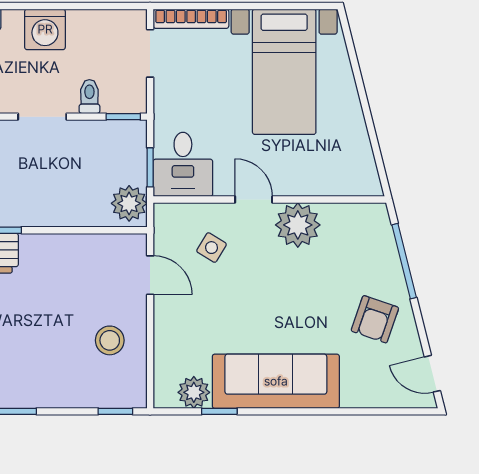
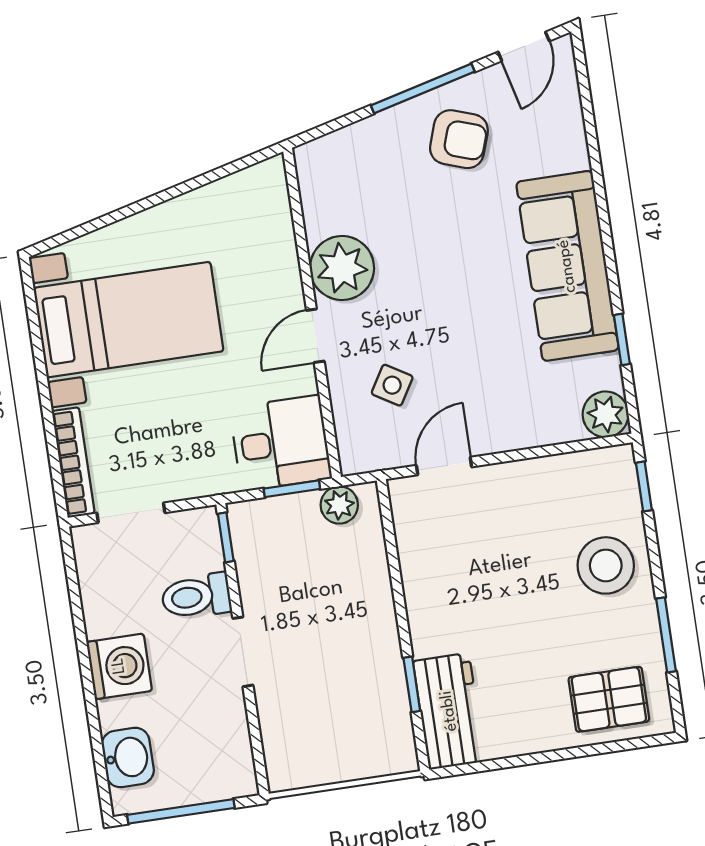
toilet: (89, 97) -> (196, 596), width x1.37, depth x1.39
plant: (129, 203) -> (339, 505), width x0.73, depth x0.73
window: (404, 261) -> (423, 88), moved
stool: (110, 340) -> (606, 565), moved, width x1.38, depth x1.38
plant: (194, 392) -> (606, 414), moved

